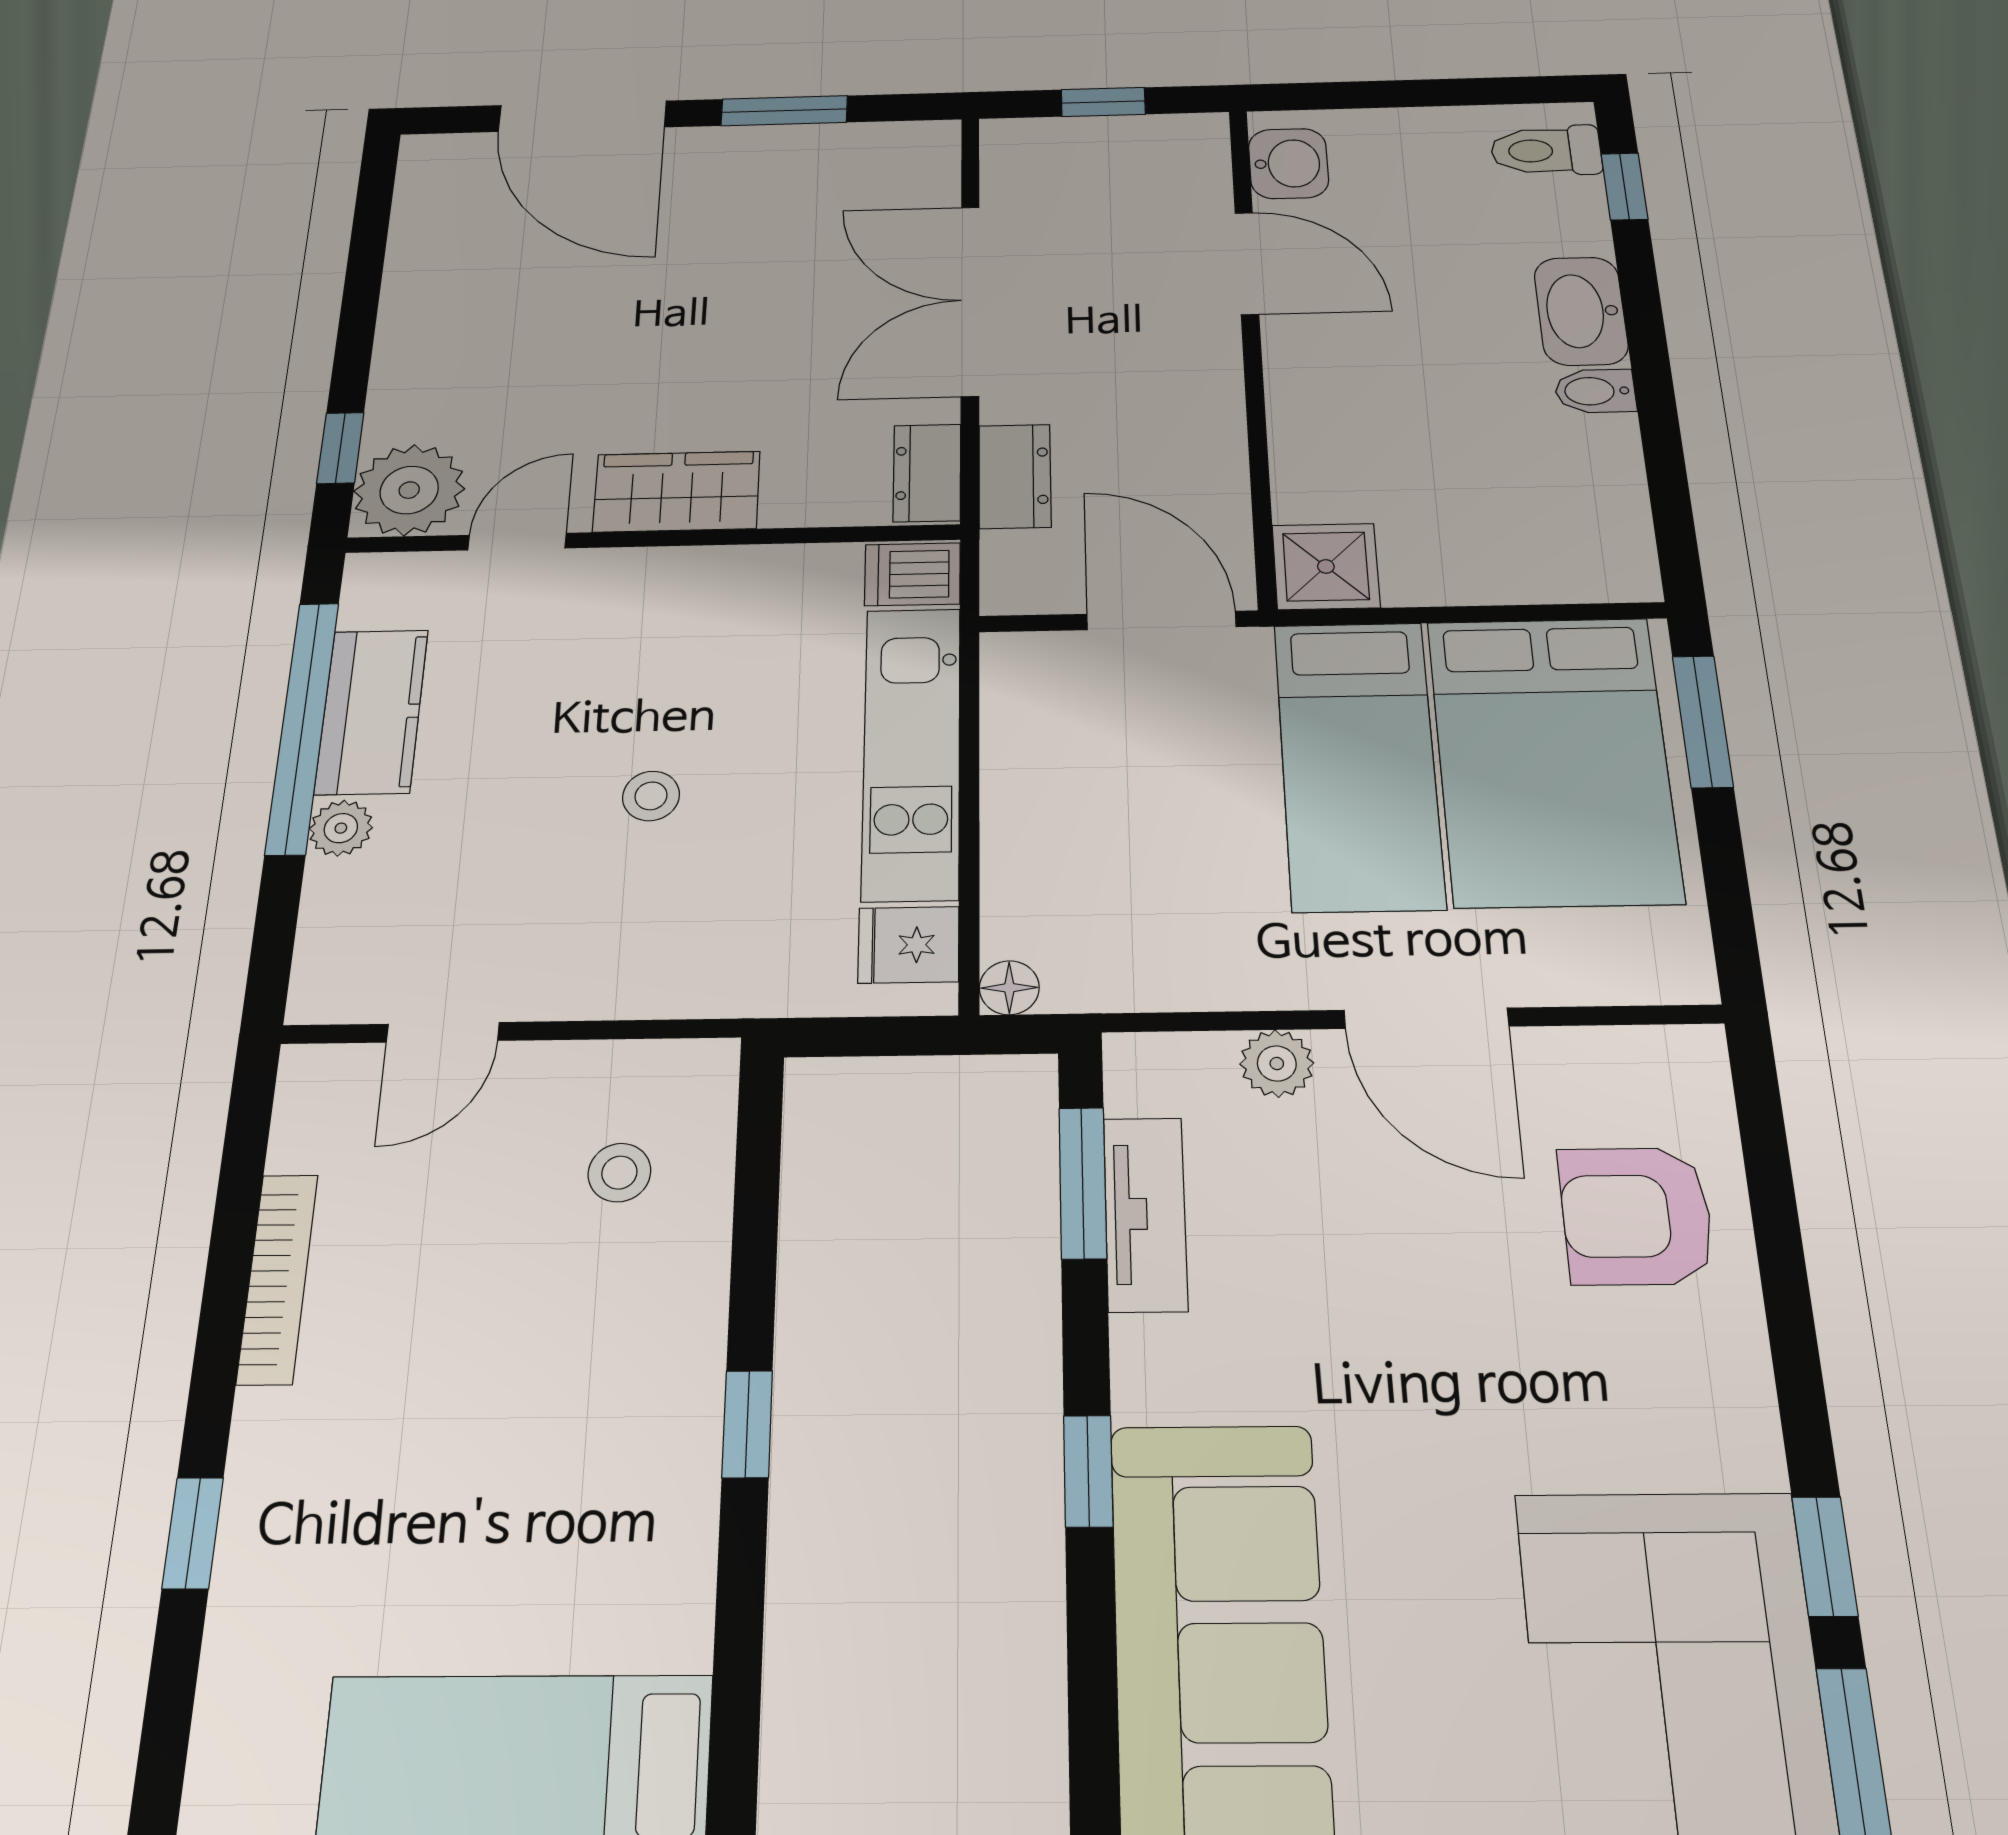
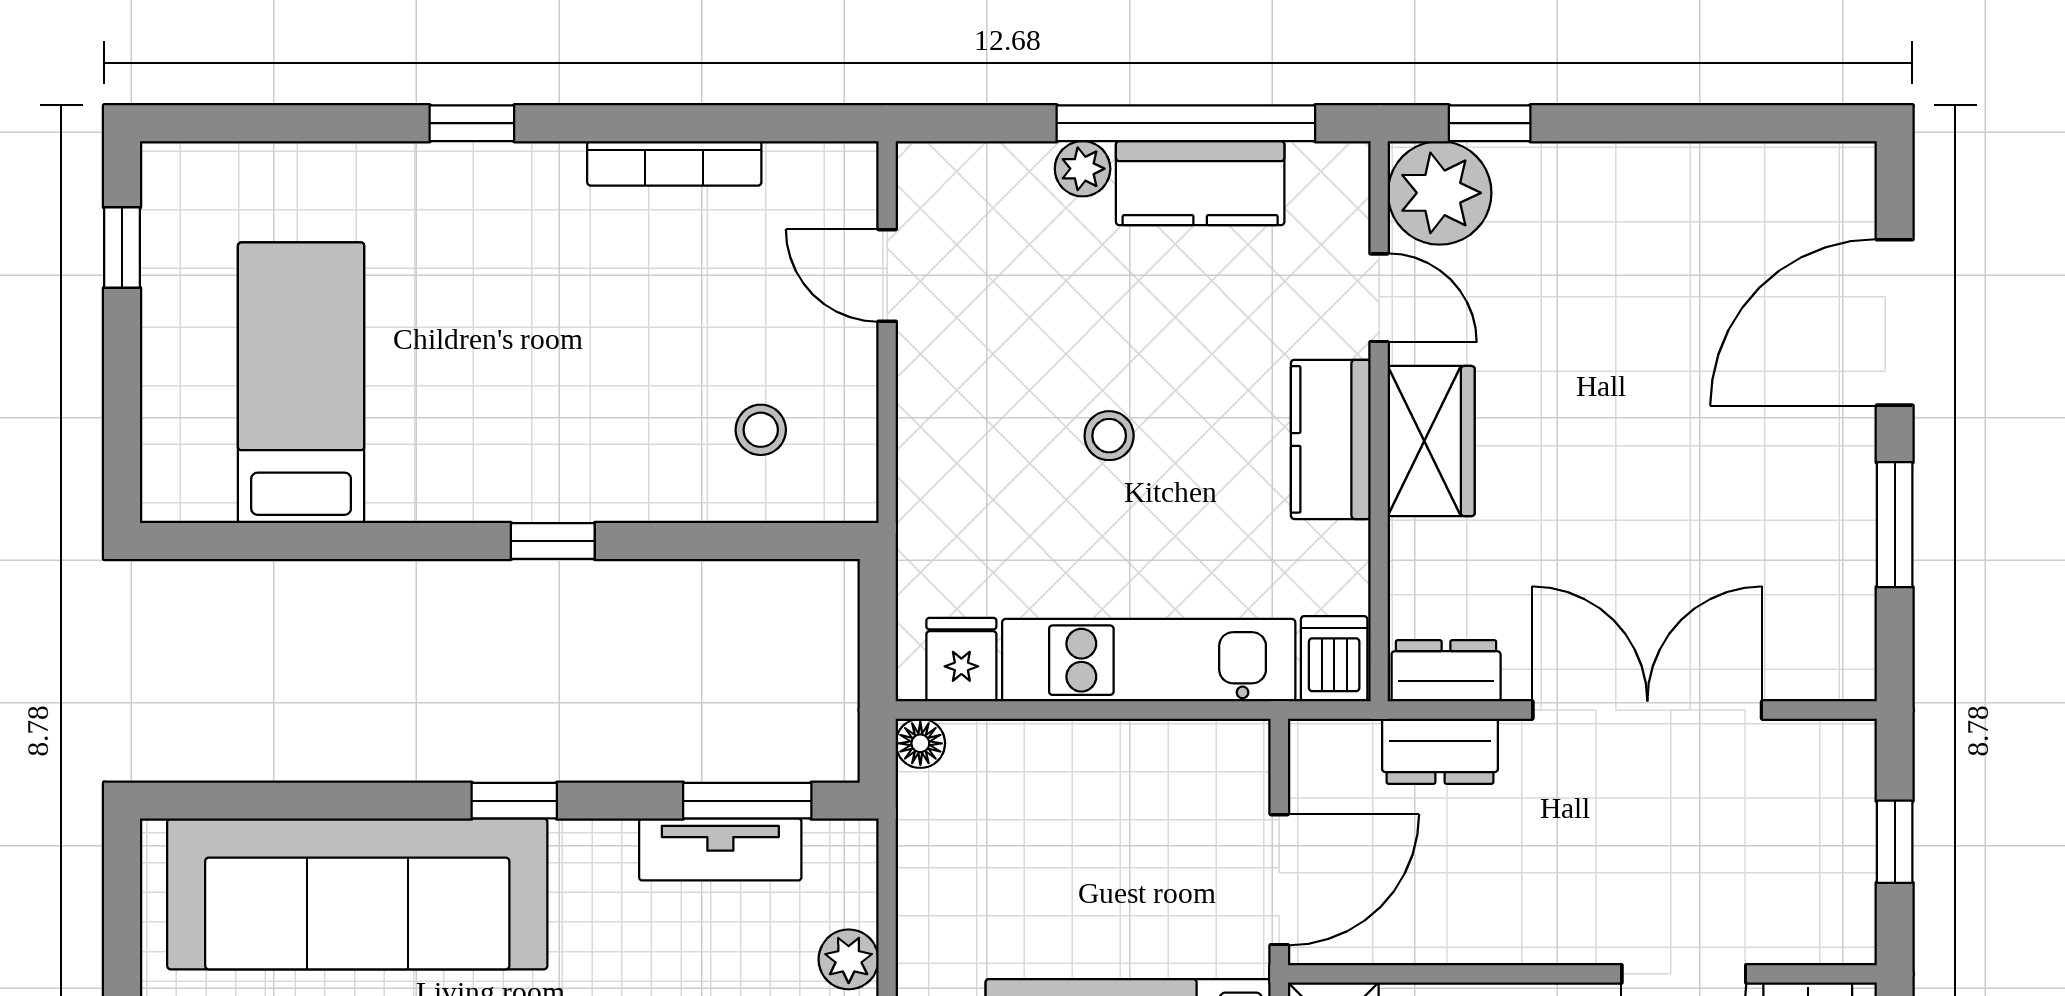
kitchen counter: (669, 582) -> (1331, 439), added

